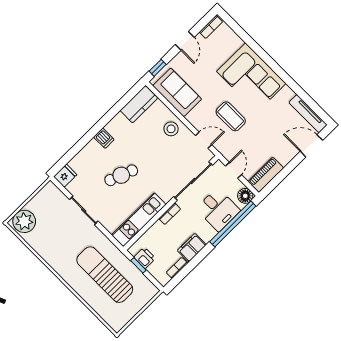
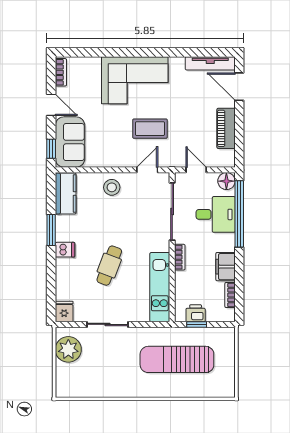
sofa: (177, 92) -> (70, 142), moved, turned 90
window: (107, 118) -> (51, 230), added
door: (311, 146) -> (239, 87), hinge flipped
piano: (266, 175) -> (226, 128), moved
plant: (24, 221) -> (68, 349), moved

